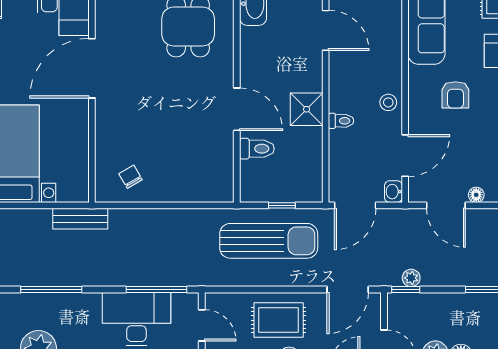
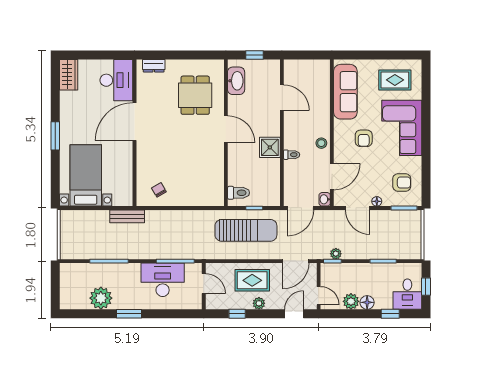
door: (237, 109) -> (226, 129), moved
toilet: (257, 149) -> (239, 193), moved

